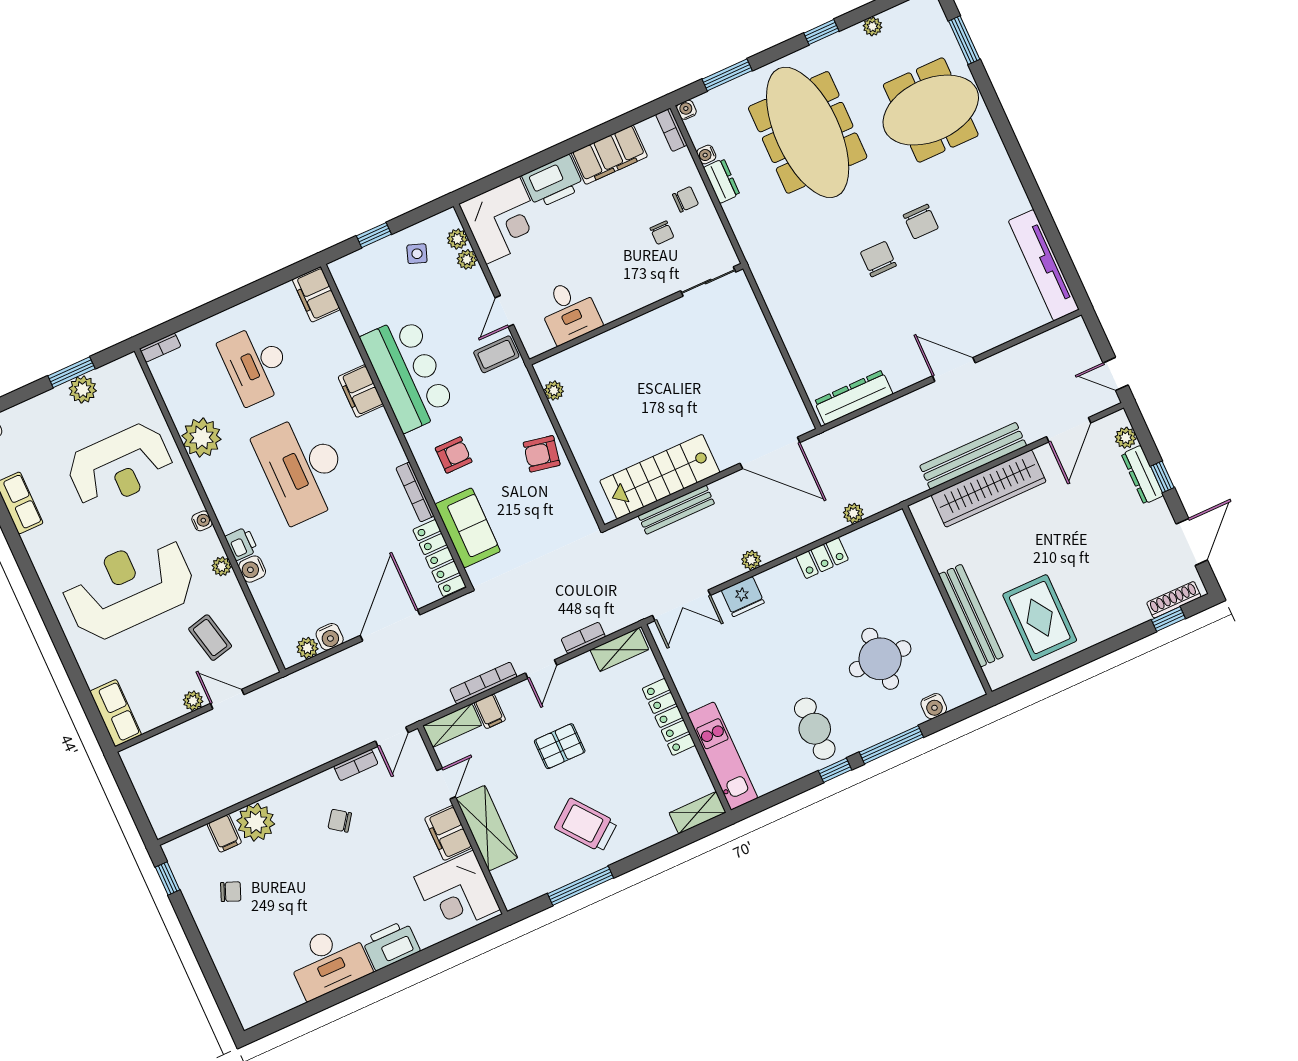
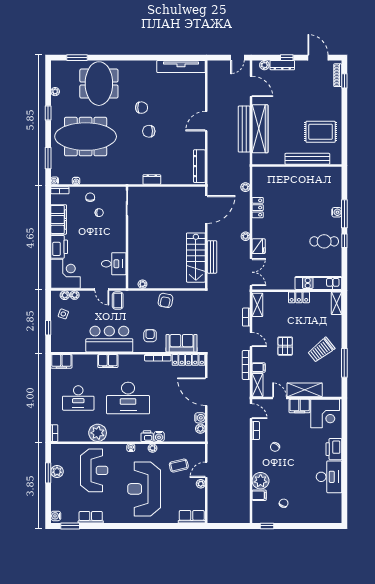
dresser: (722, 181) -> (152, 180), moved
round table: (880, 659) -> (308, 203), removed
water cooler: (934, 706) -> (337, 212), moved
locker: (669, 717) -> (299, 297), width x0.66

